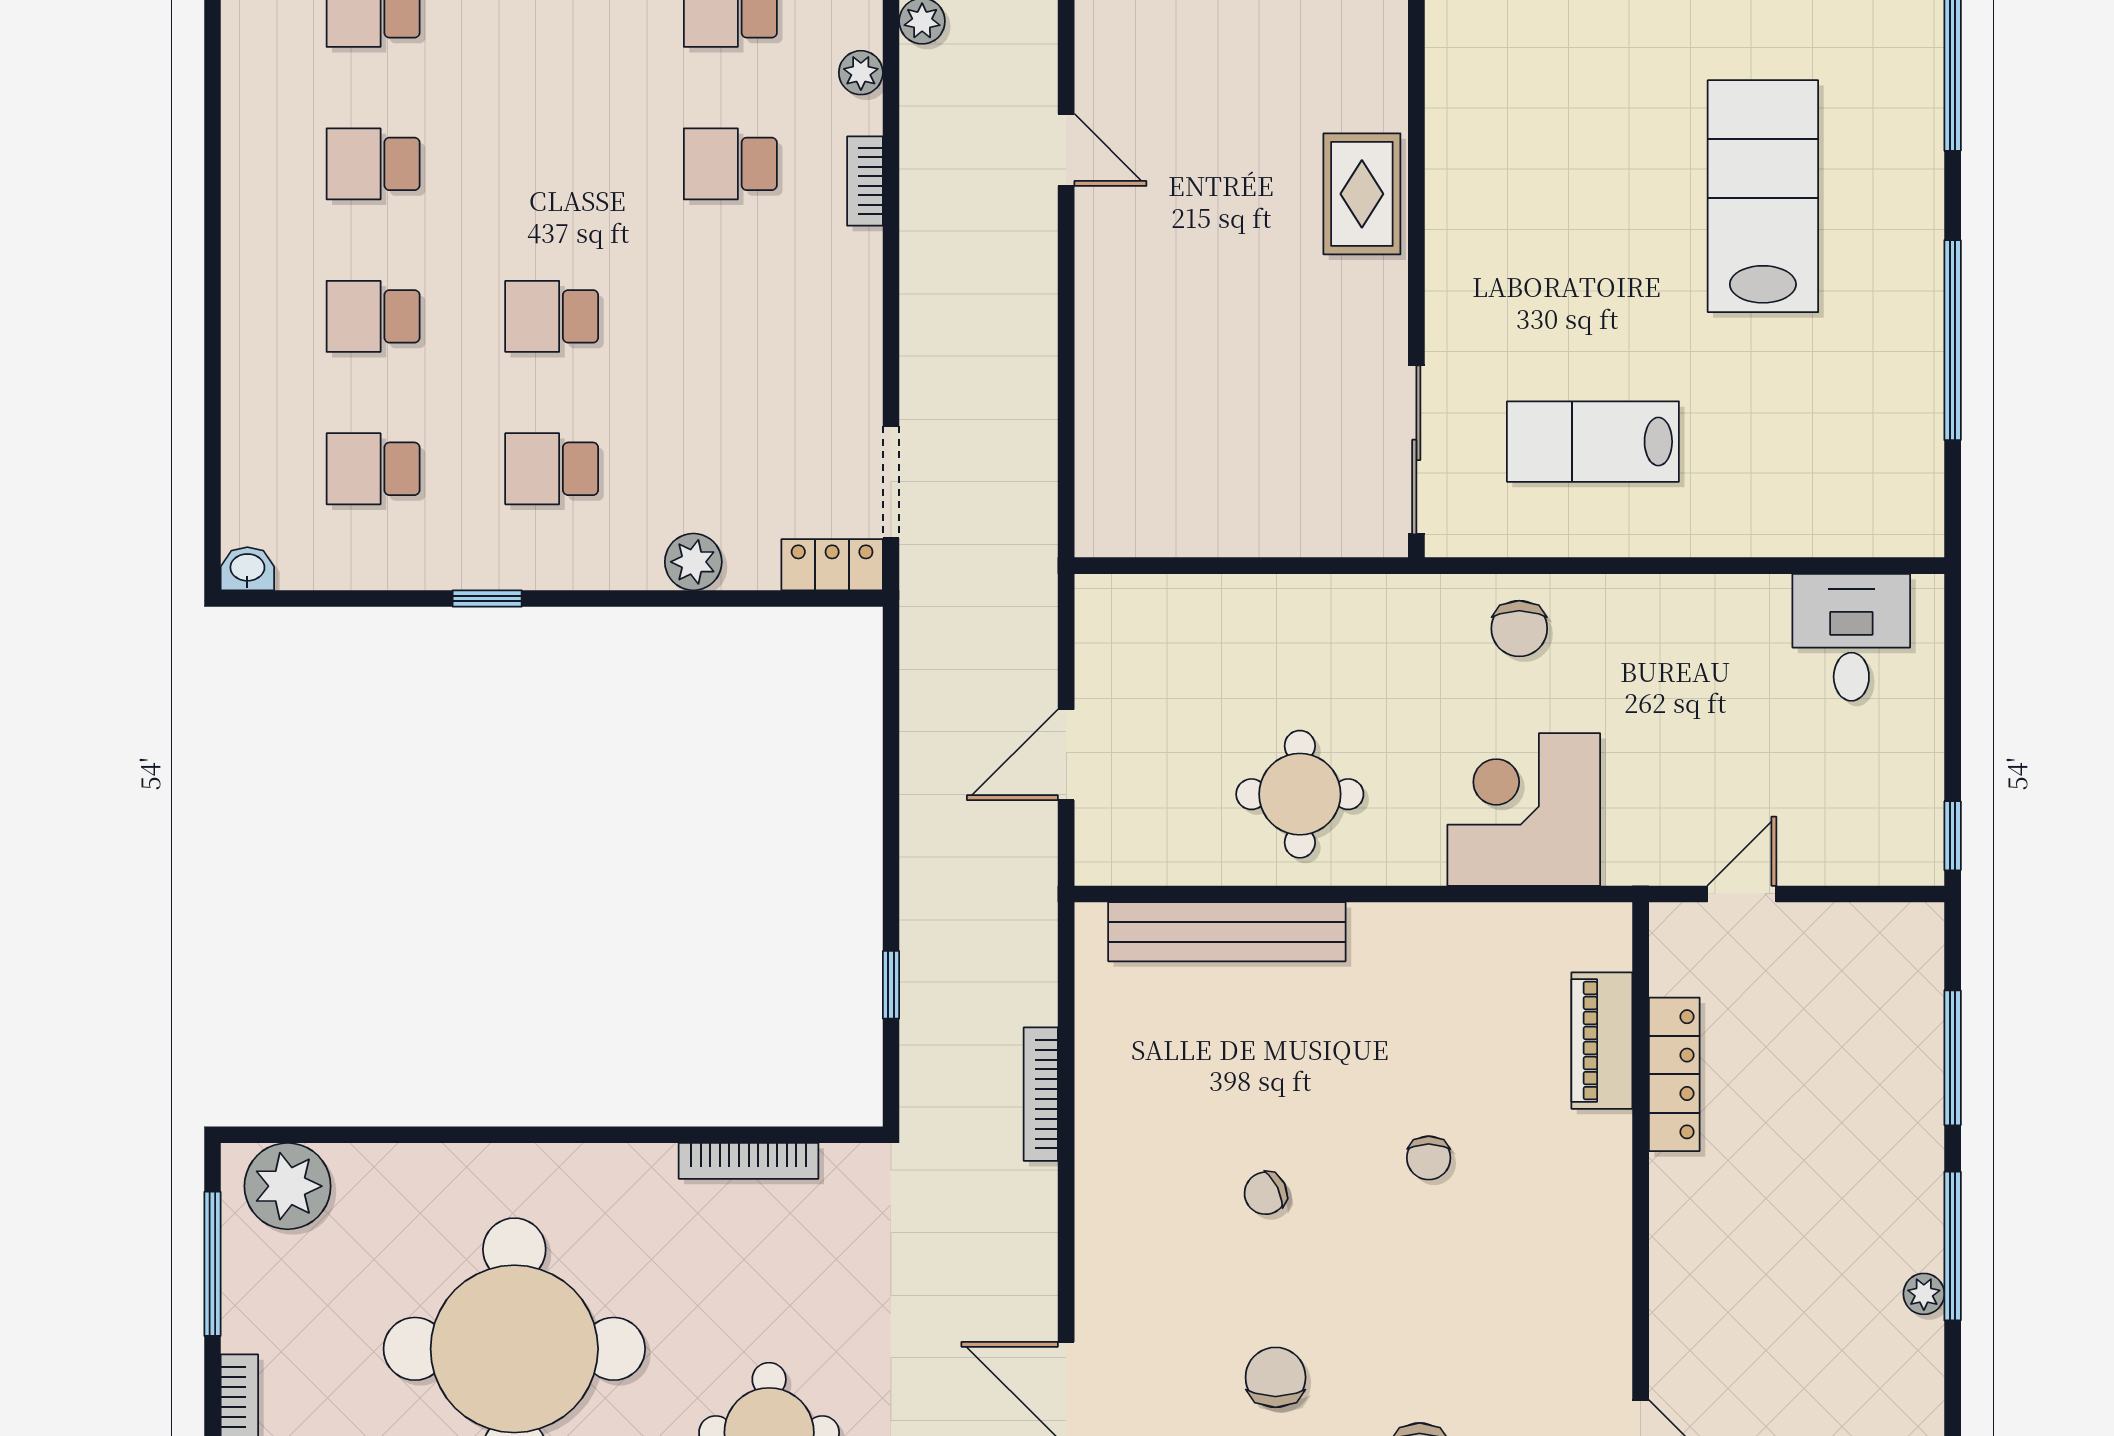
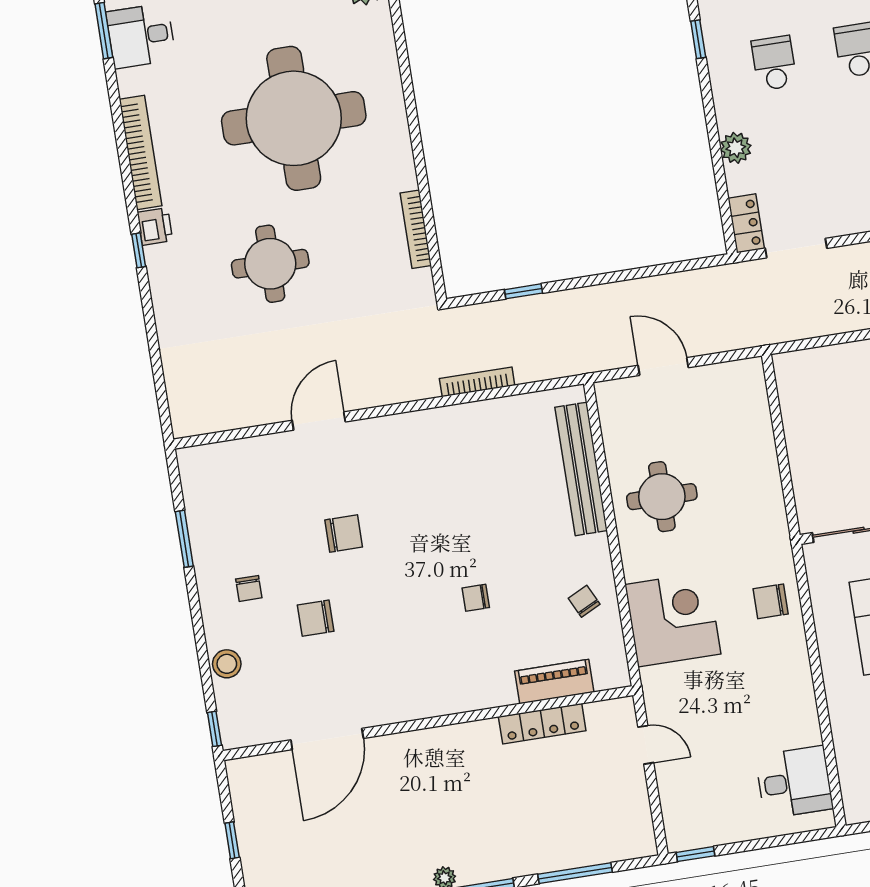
chair: (1266, 1193) -> (584, 601), moved

